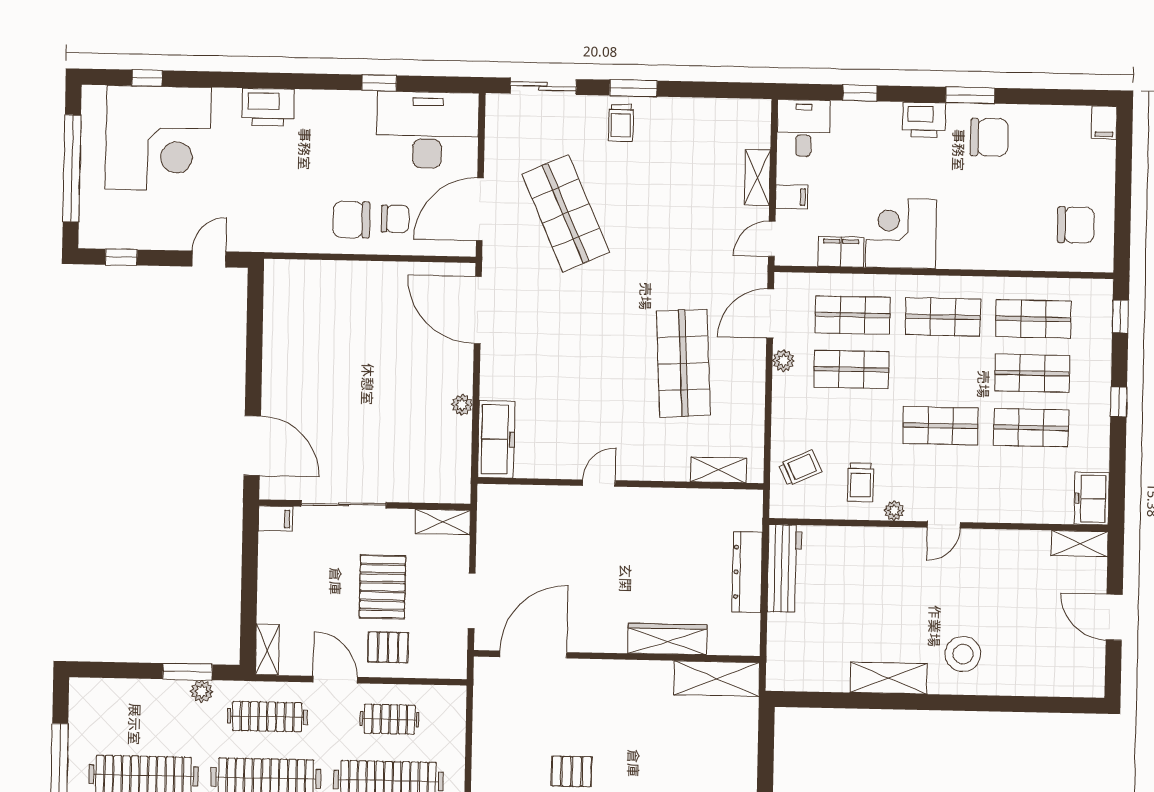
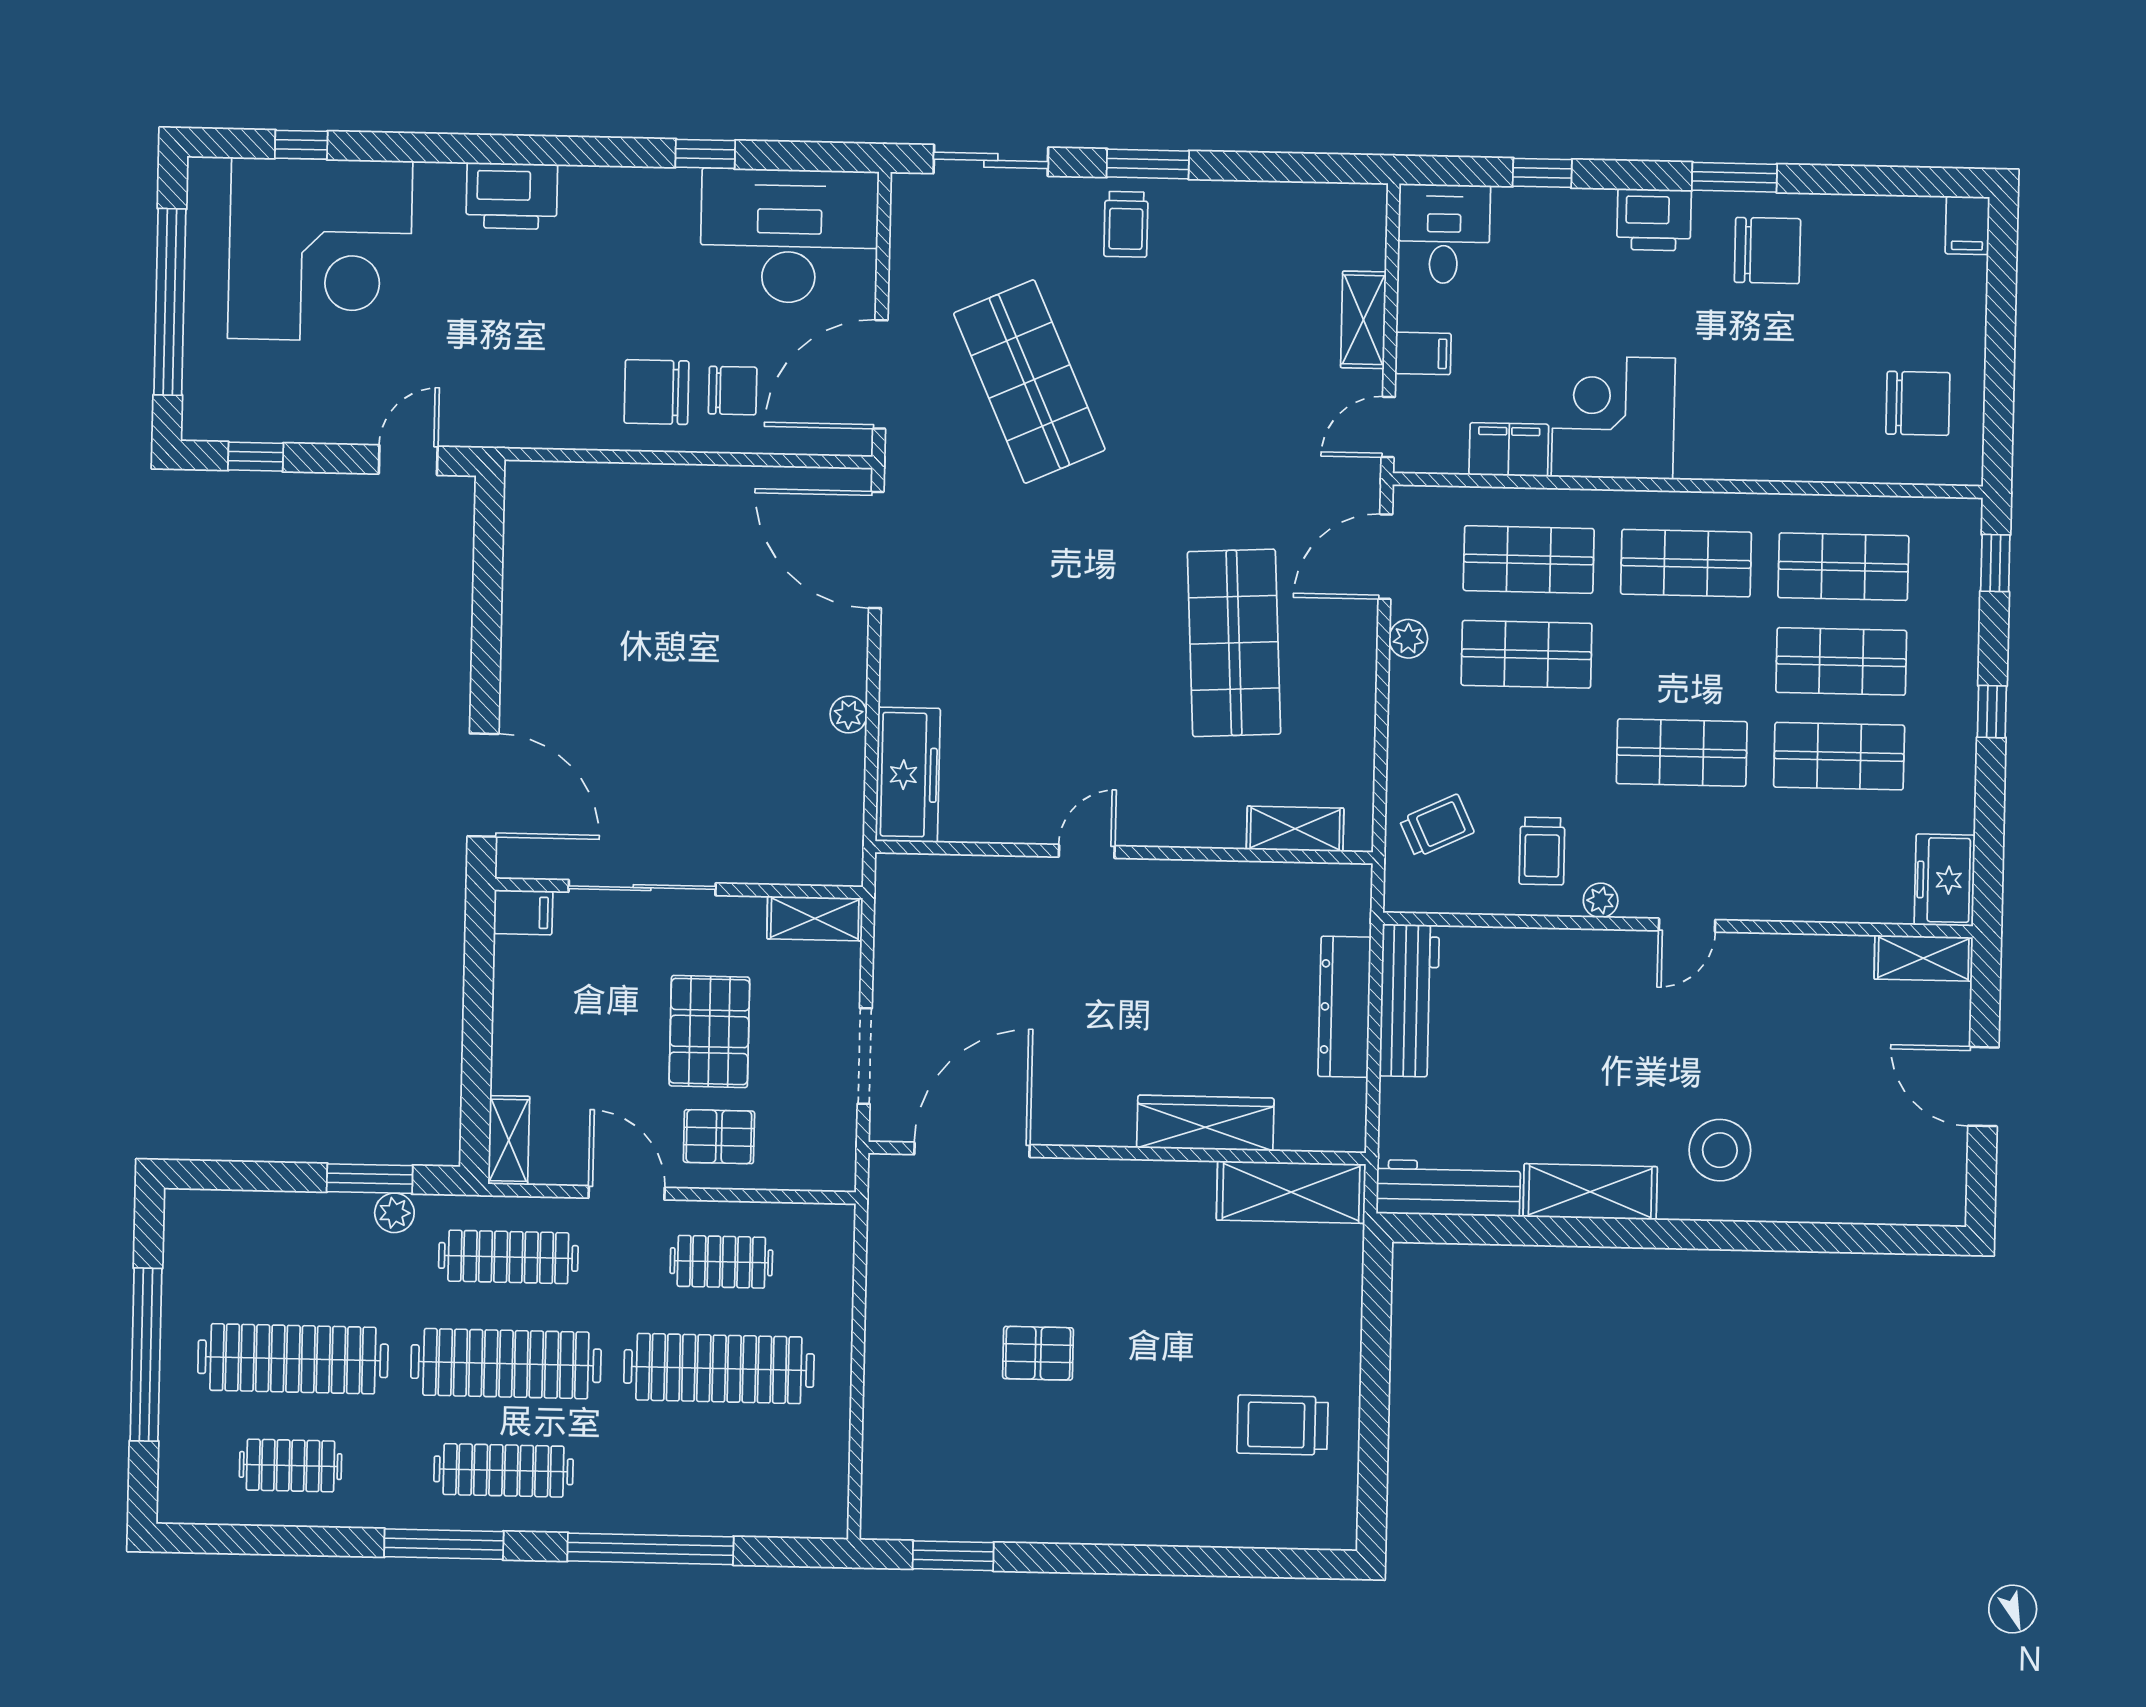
workbench: (807, 676) -> (1448, 1188), added

